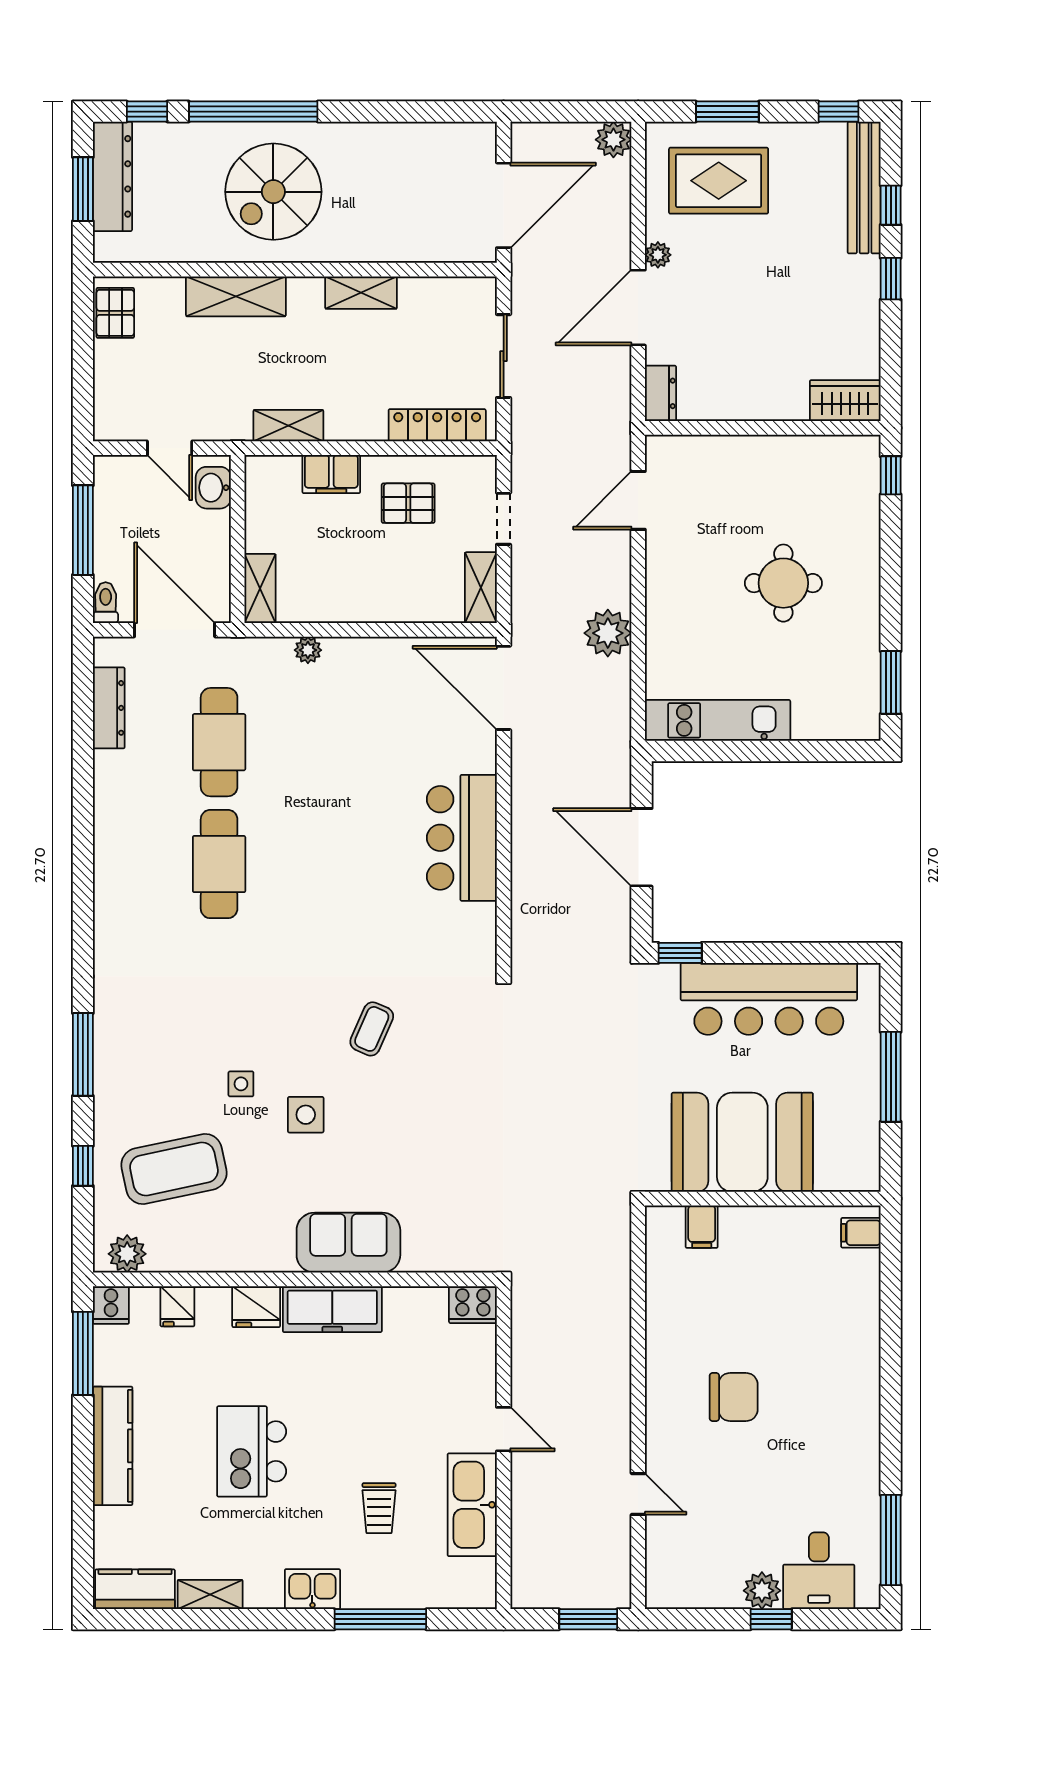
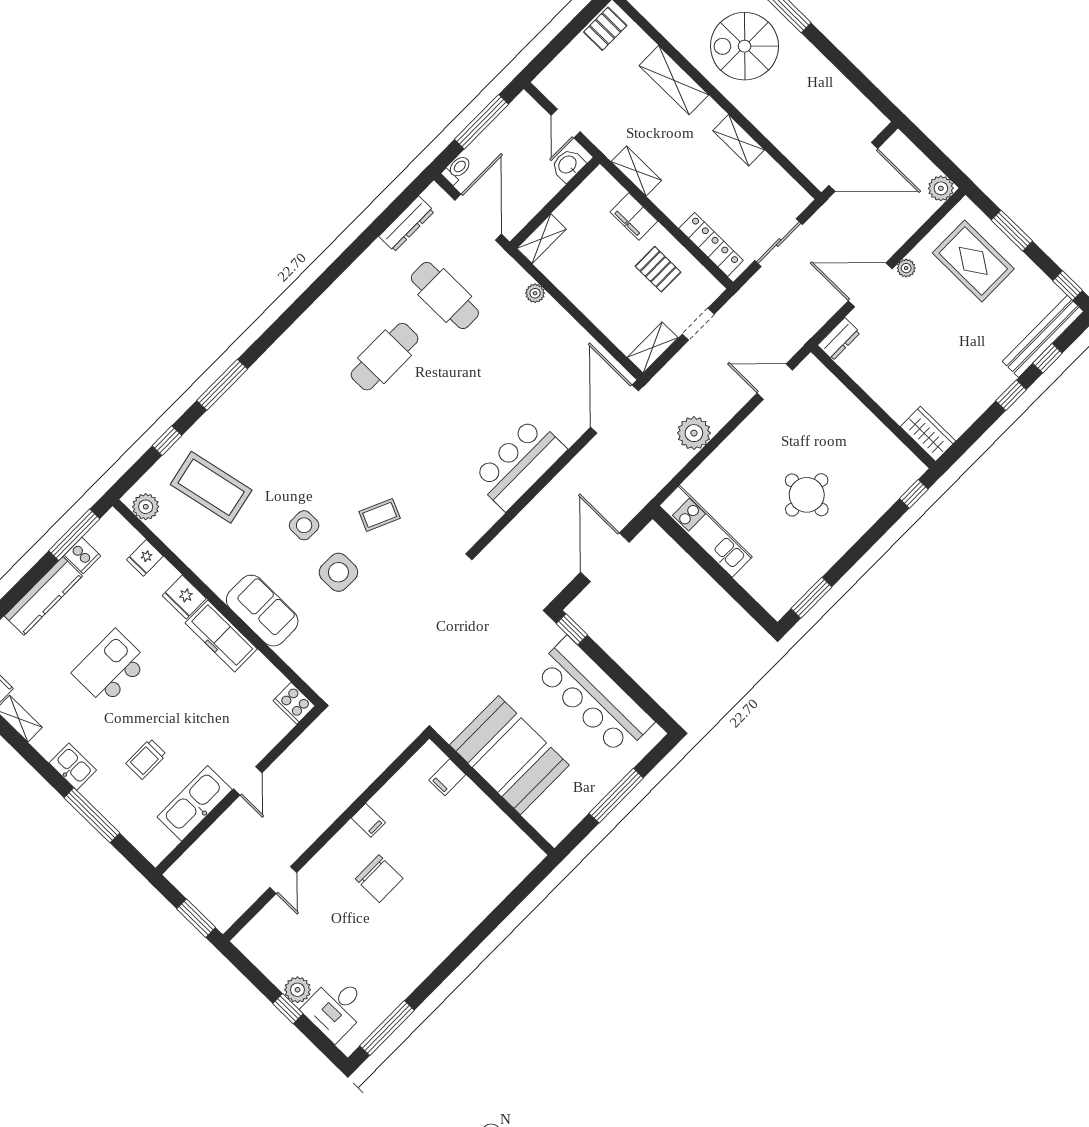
cafe table: (219, 742) -> (445, 295), turned 90
side table: (241, 1084) -> (338, 572), moved, width x1.87, depth x1.87
filing cabinet: (861, 1233) -> (368, 820), moved, turned 180
cooker: (111, 1305) -> (83, 555), moved, turned -90

